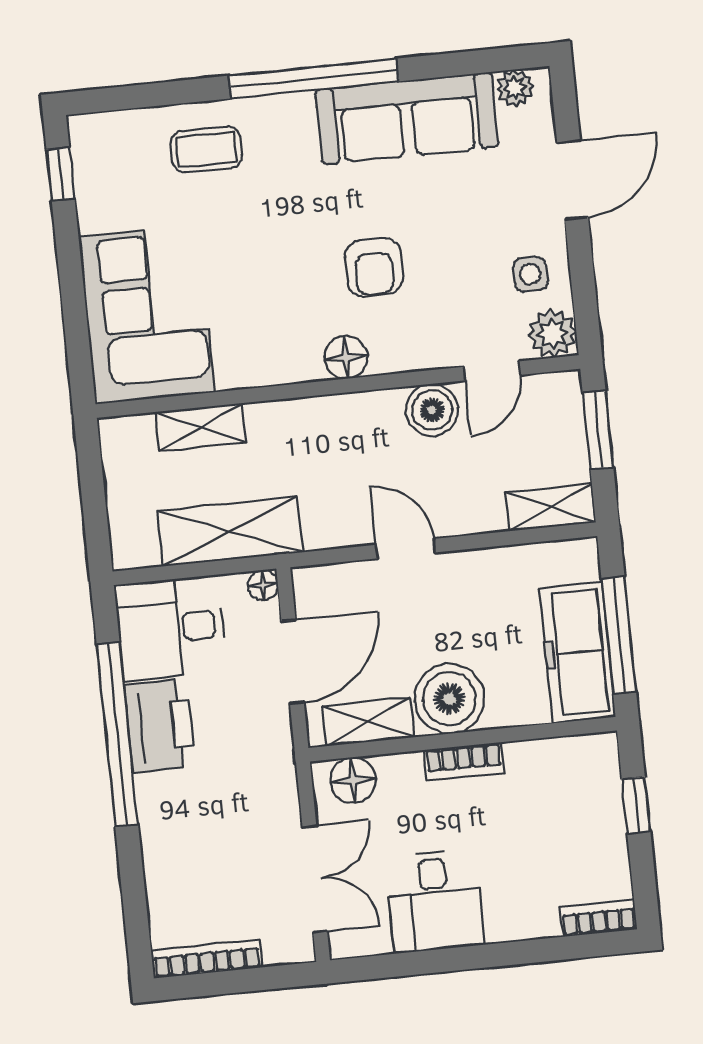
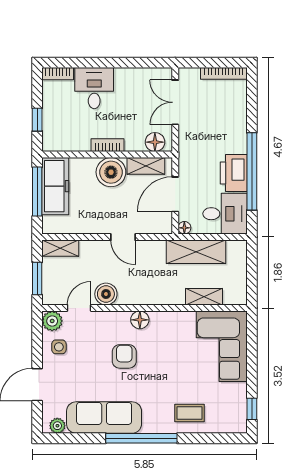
desk: (435, 900) -> (94, 88), moved

